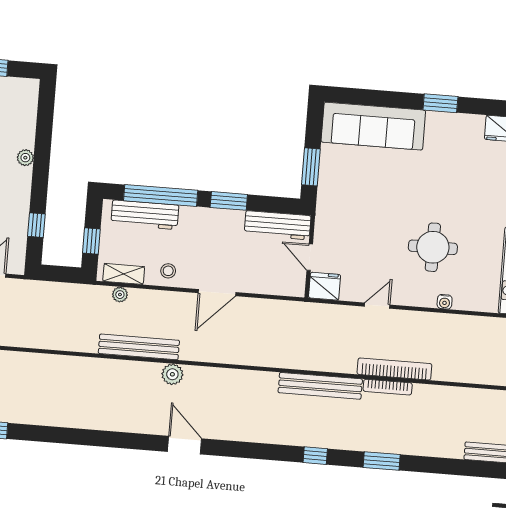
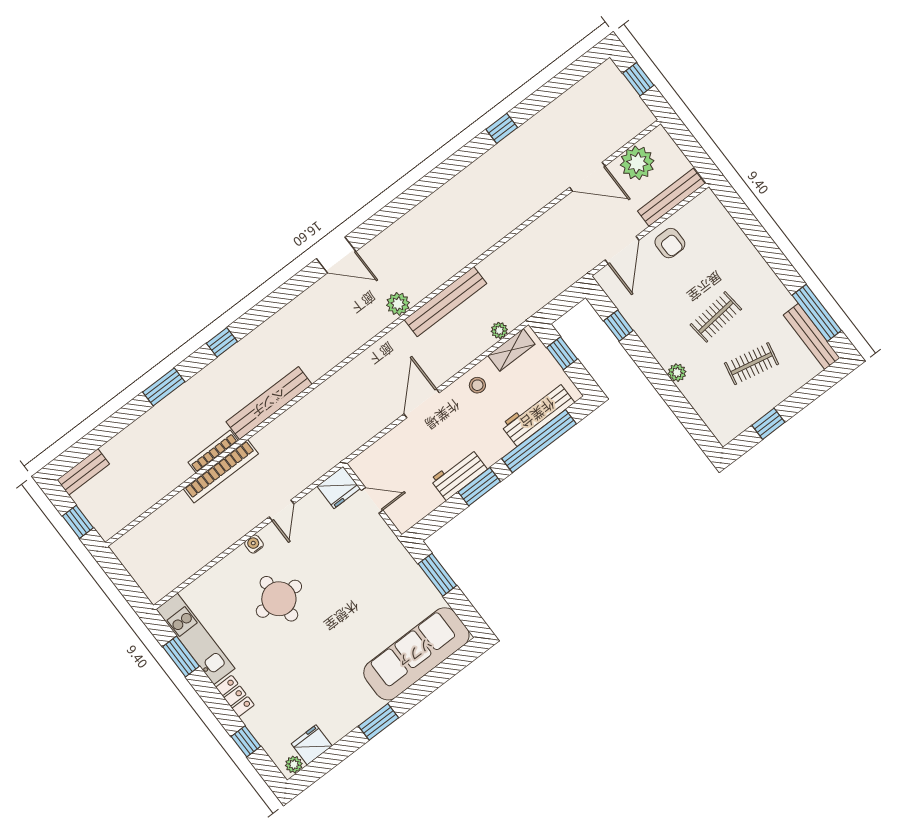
workbench: (278, 225) -> (459, 474), moved, width x0.73
water cooler: (445, 302) -> (254, 544), moved

